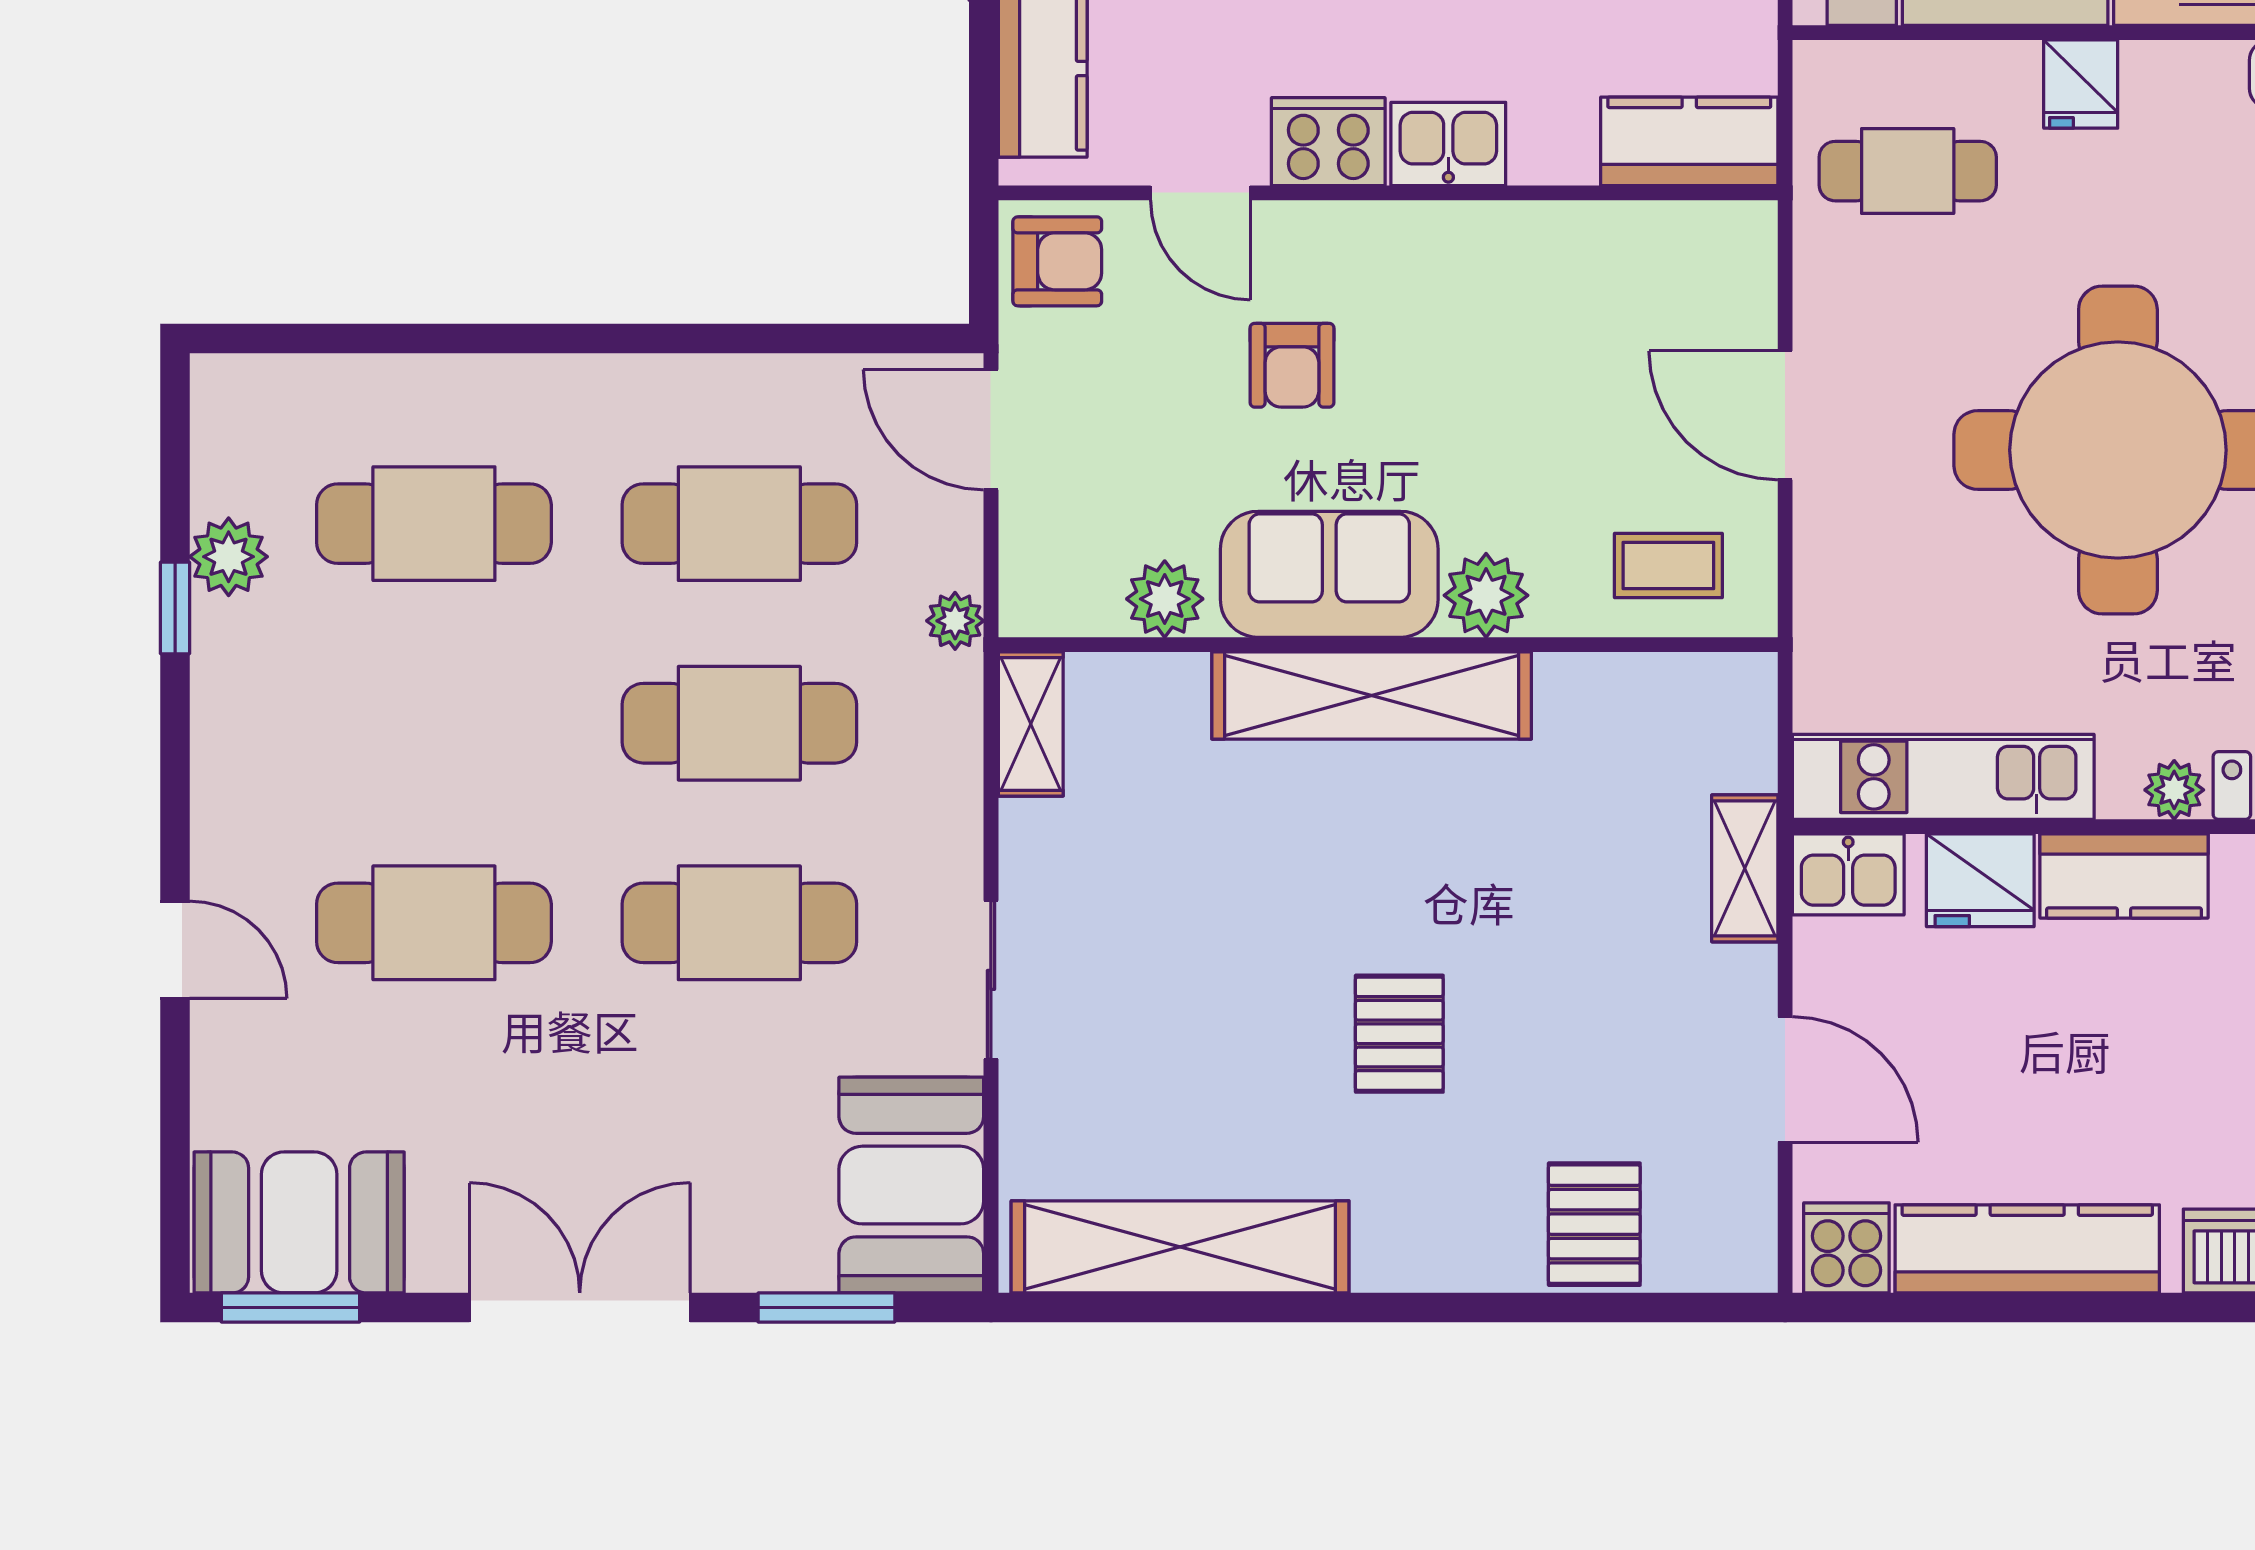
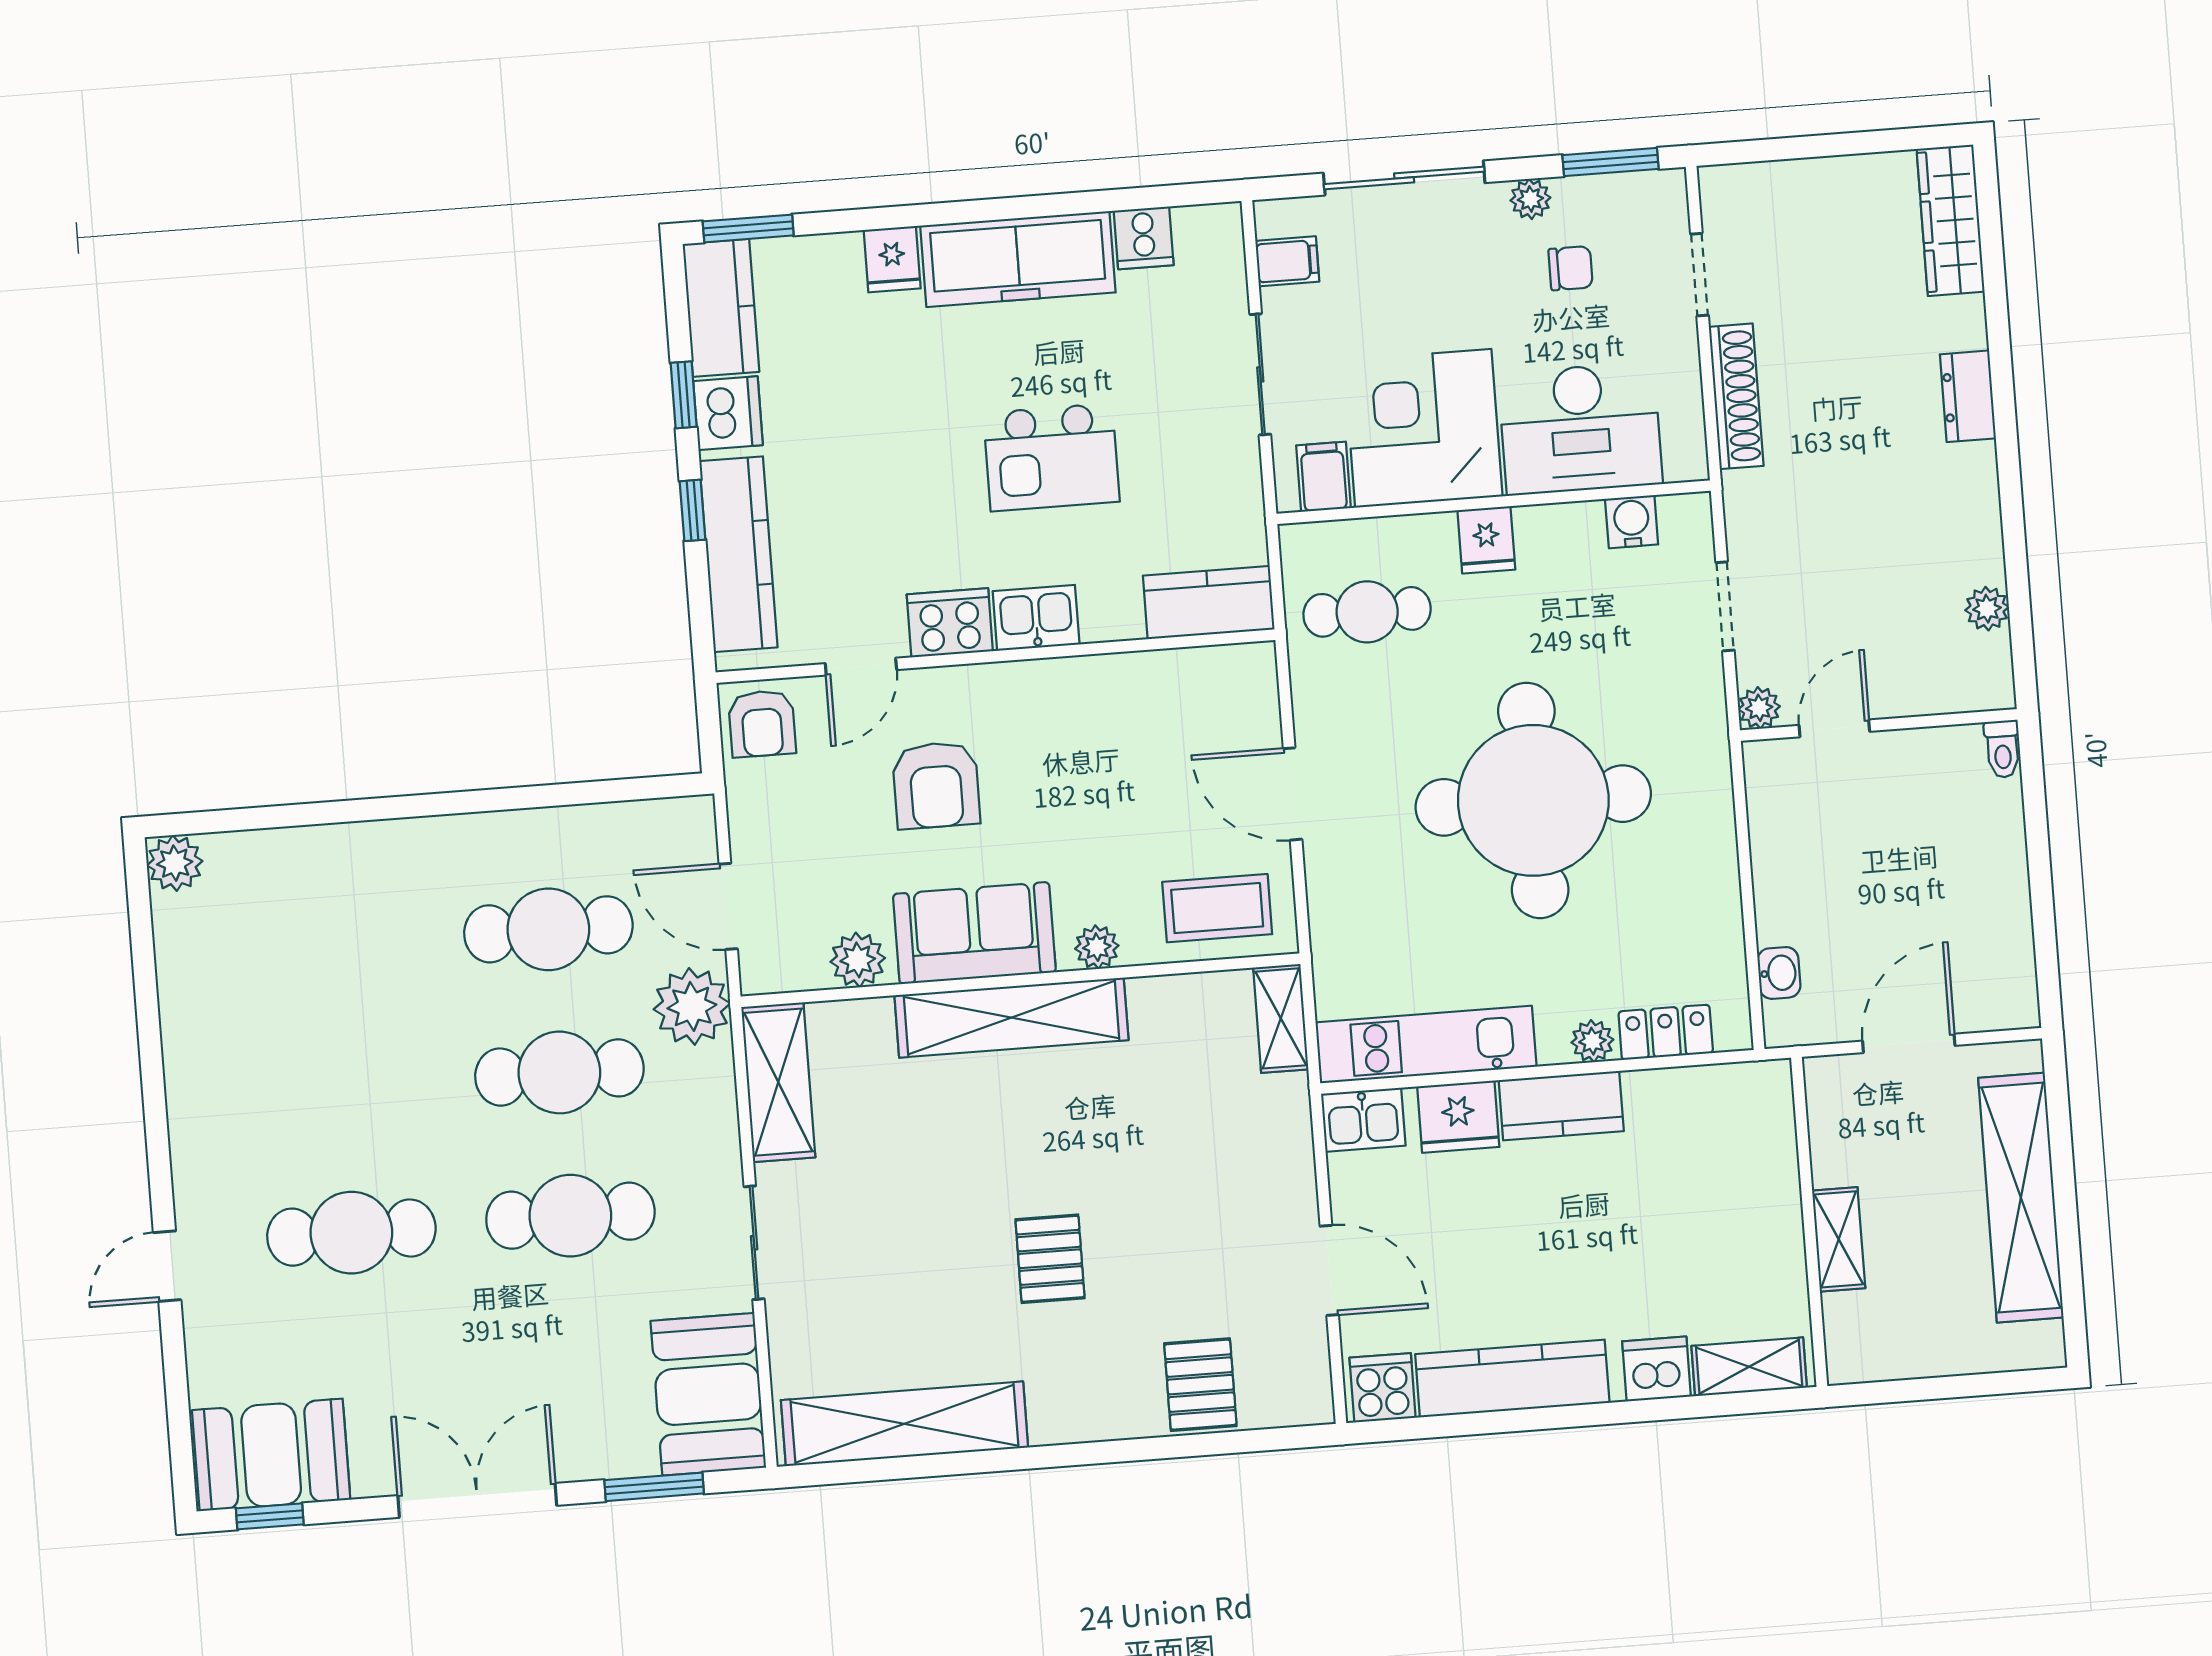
door: (1200, 193) -> (861, 667), hinge flipped
armchair: (1057, 261) -> (762, 724), turned 90
armchair: (1292, 365) -> (936, 785), width x1.38, depth x1.38
door: (991, 430) -> (728, 906), moved
cafe table: (434, 524) -> (329, 946), removed
plant: (229, 557) -> (175, 863), moved
coffee table: (1668, 566) -> (1217, 908), width x1.36, depth x1.30
plant: (1486, 595) -> (1097, 947), width x0.73, depth x0.73
window: (175, 608) -> (148, 1021), removed
plant: (955, 621) -> (692, 1006), width x1.88, depth x1.88
shelving: (1031, 724) -> (778, 1082), width x1.50, depth x1.33
shelving: (1745, 868) -> (1281, 1018), moved
door: (175, 950) -> (167, 1266), swing flipped
window: (291, 1307) -> (270, 1516), width x0.67

